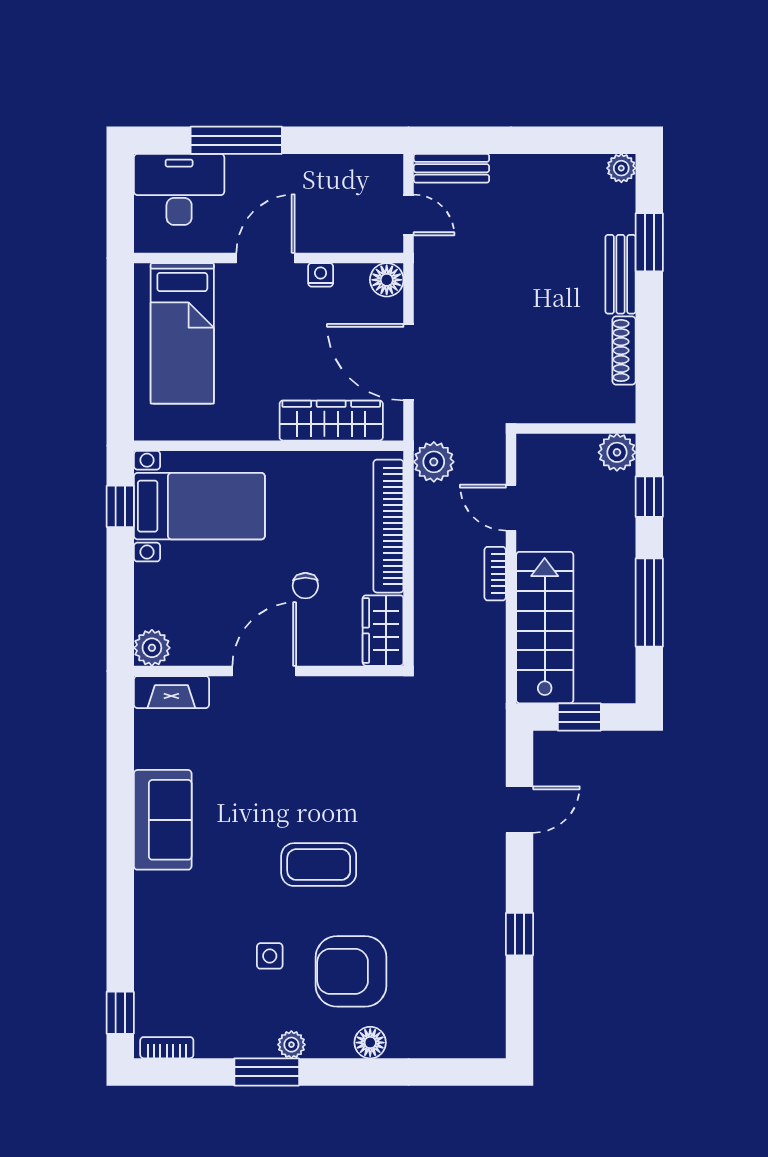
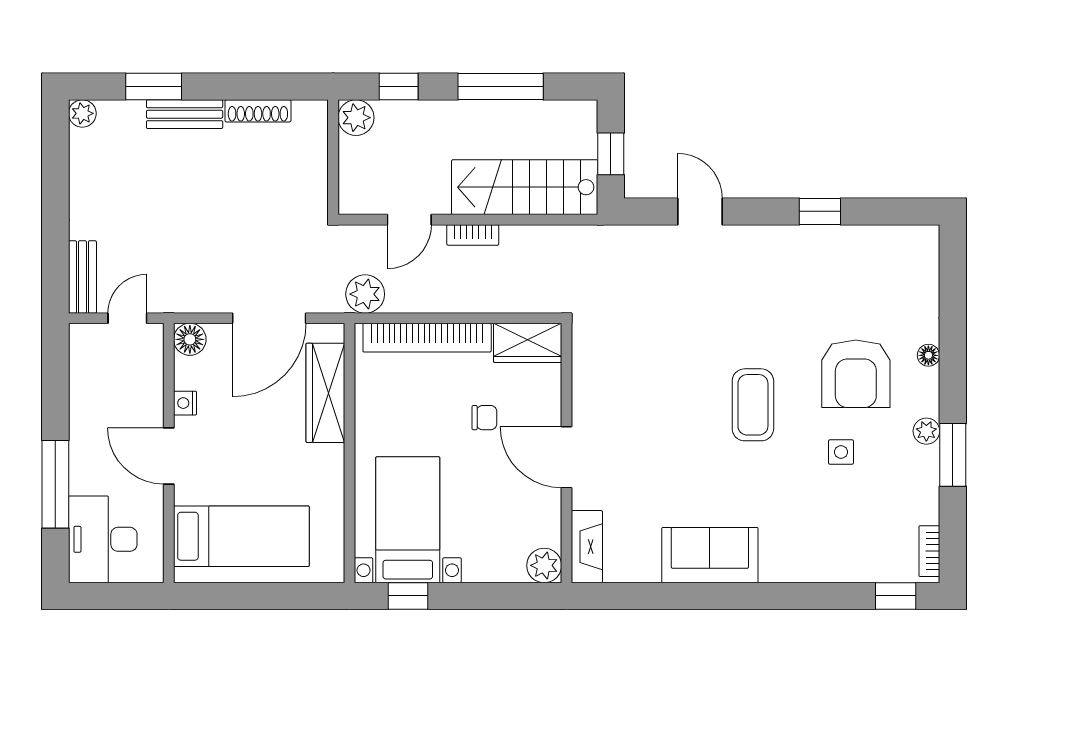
floor lamp: (370, 1043) -> (928, 355), width x0.73, depth x0.73

